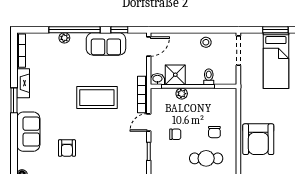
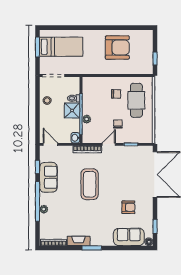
shower: (175, 75) -> (72, 110), moved
door: (149, 122) -> (109, 144), swing flipped
sofa: (28, 132) -> (129, 237), moved
armchair: (258, 139) -> (117, 47), moved
cafe table: (206, 158) -> (136, 100), width x1.37, depth x1.35

